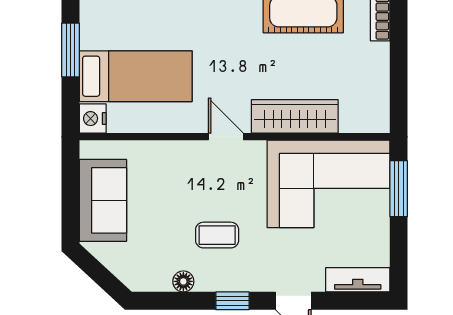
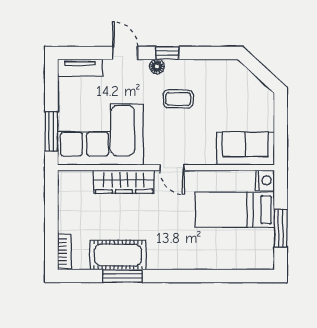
sofa: (103, 200) -> (245, 149), moved, turned 90
floor lamp: (183, 281) -> (157, 66), moved

